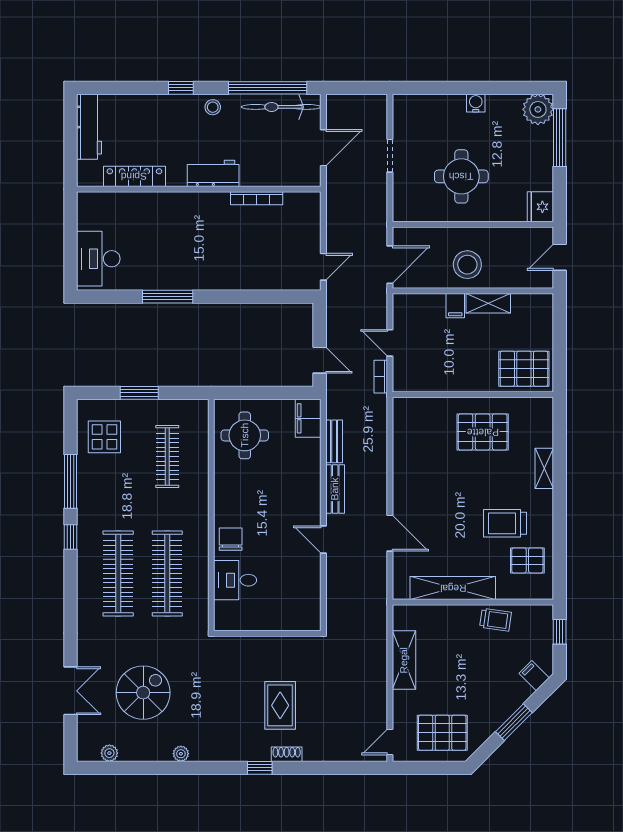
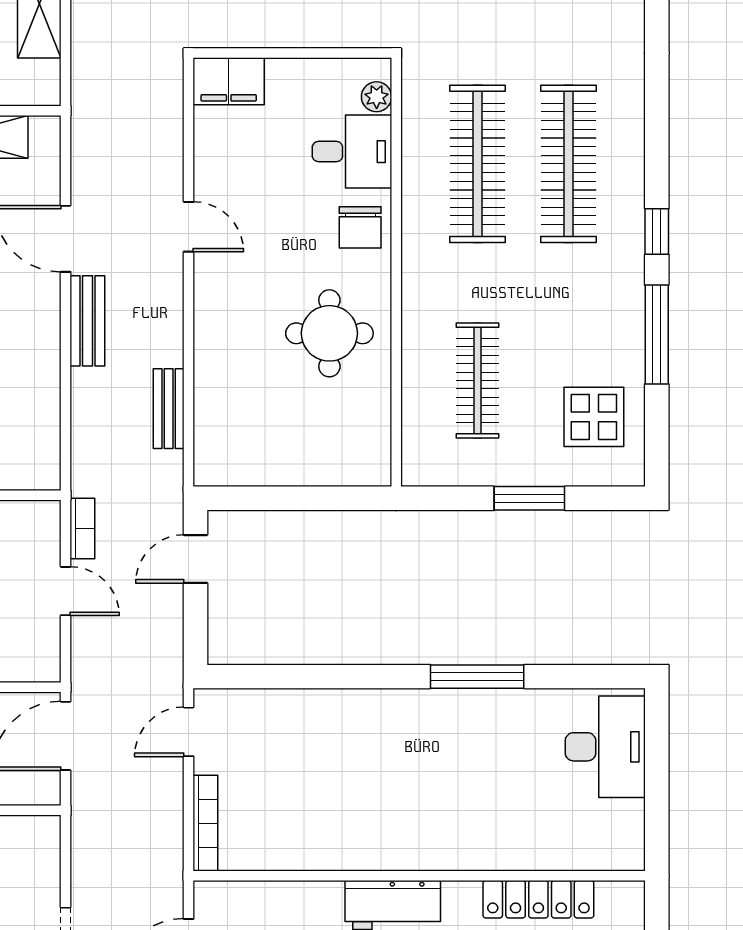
bookcase: (257, 198) -> (205, 823), moved, turned 90
door: (320, 360) -> (195, 559), hinge flipped
filing cabinet: (308, 418) -> (229, 81), moved, turned 90
round table: (245, 435) -> (329, 333), moved
bench: (335, 489) -> (87, 321), moved
plant: (222, 610) -> (377, 97), added

